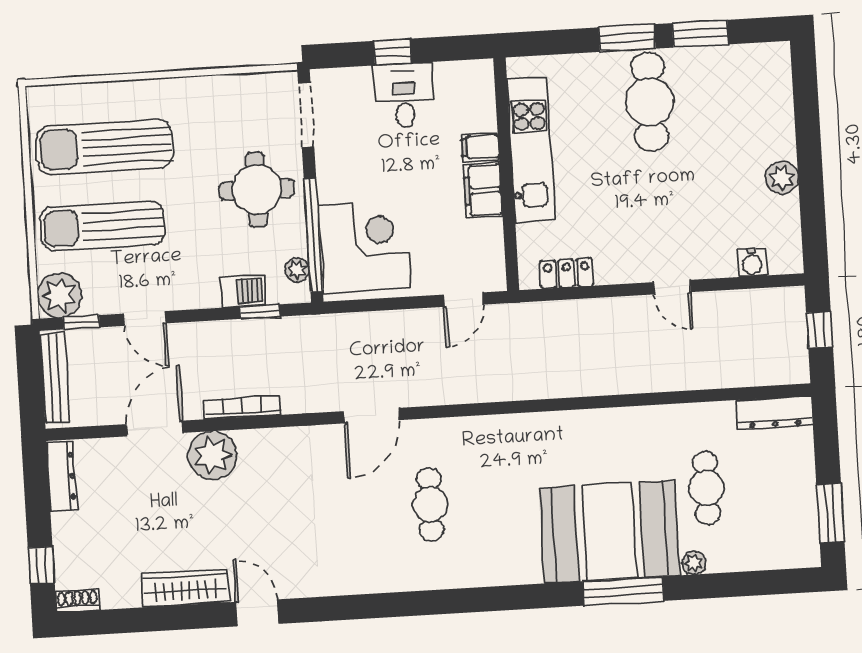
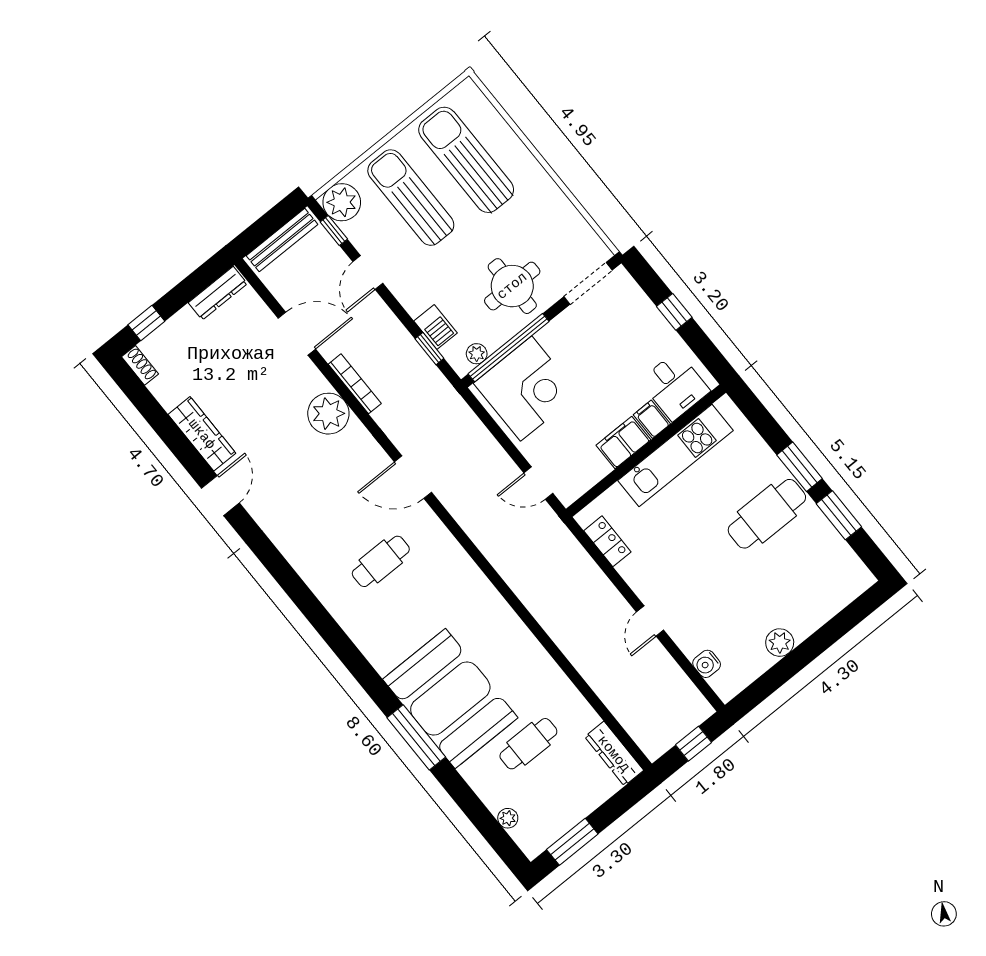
desk: (404, 95) -> (675, 386), moved, turned 90
plant: (213, 455) -> (328, 414), moved
plant: (694, 563) -> (508, 818), moved

